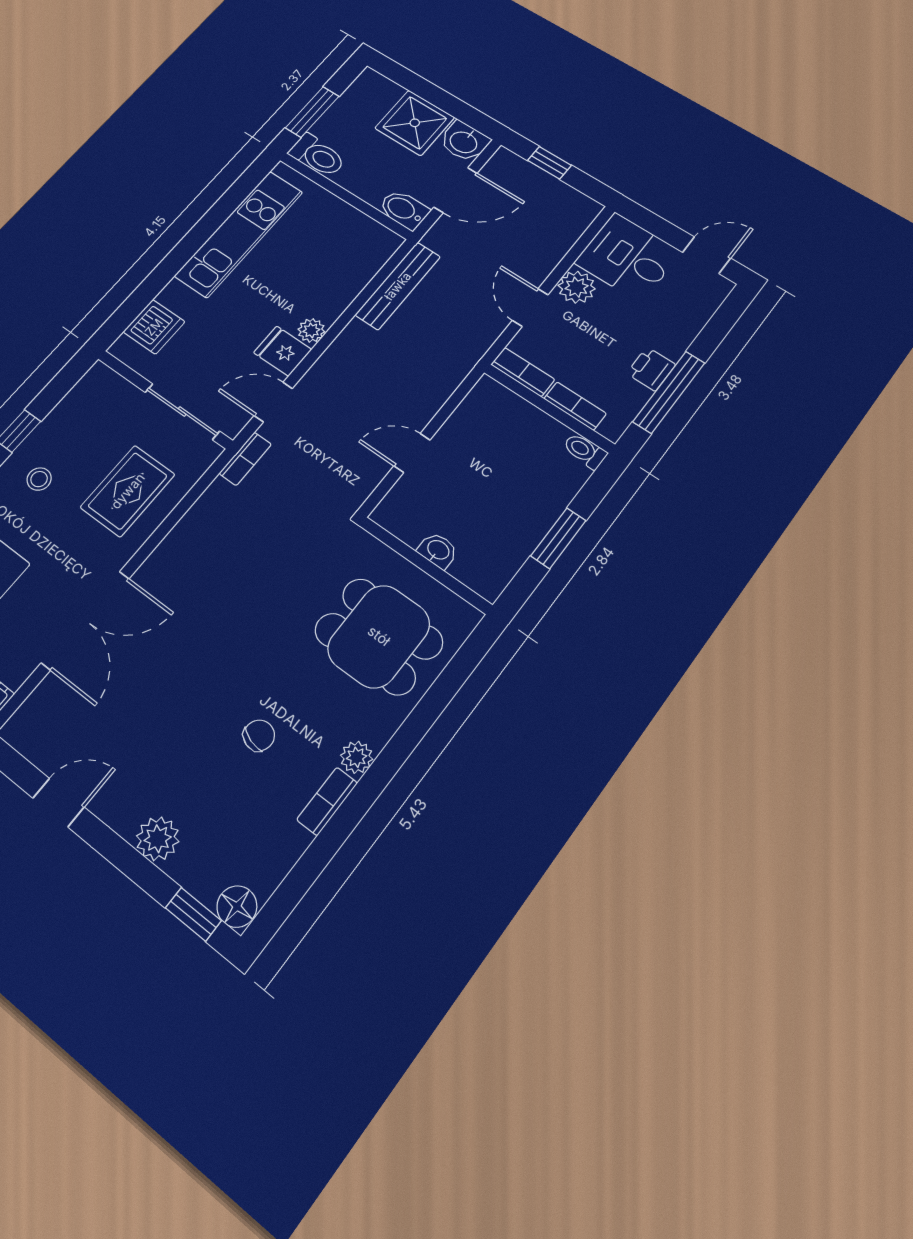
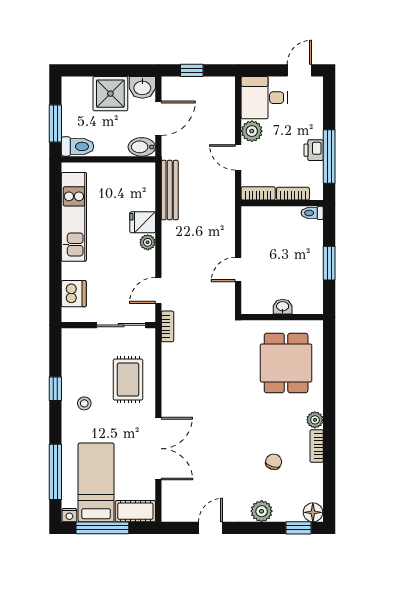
fridge: (283, 351) -> (143, 222), moved
dining table: (379, 636) -> (286, 363), turned 90
chair: (259, 735) -> (274, 462), moved

